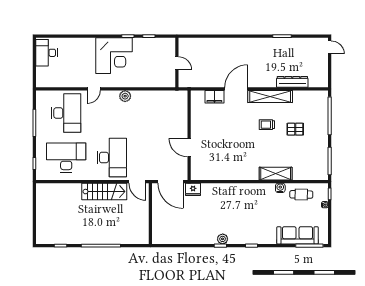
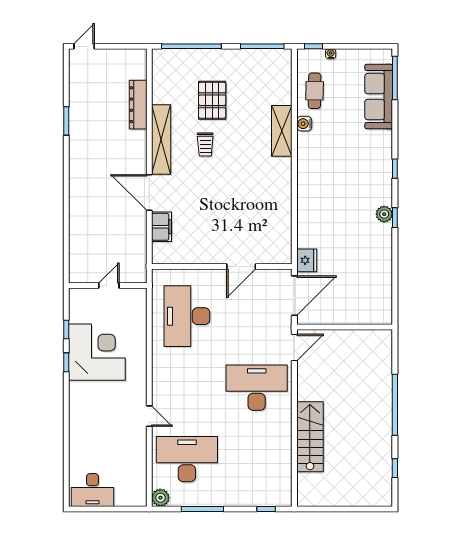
corner desk: (114, 56) -> (97, 352), moved
plant: (125, 96) -> (160, 498), moved
pallet: (295, 129) -> (212, 100), width x1.50, depth x1.42
desk: (66, 158) -> (187, 316), moved
stairs: (104, 192) -> (310, 437), moved

